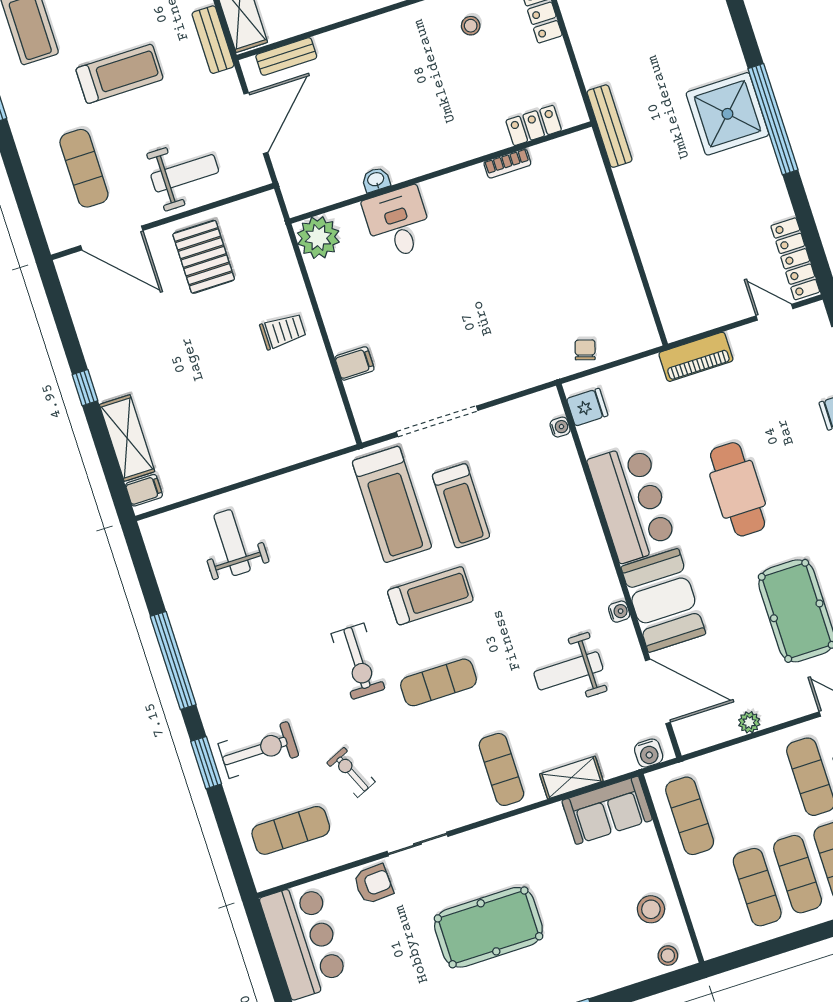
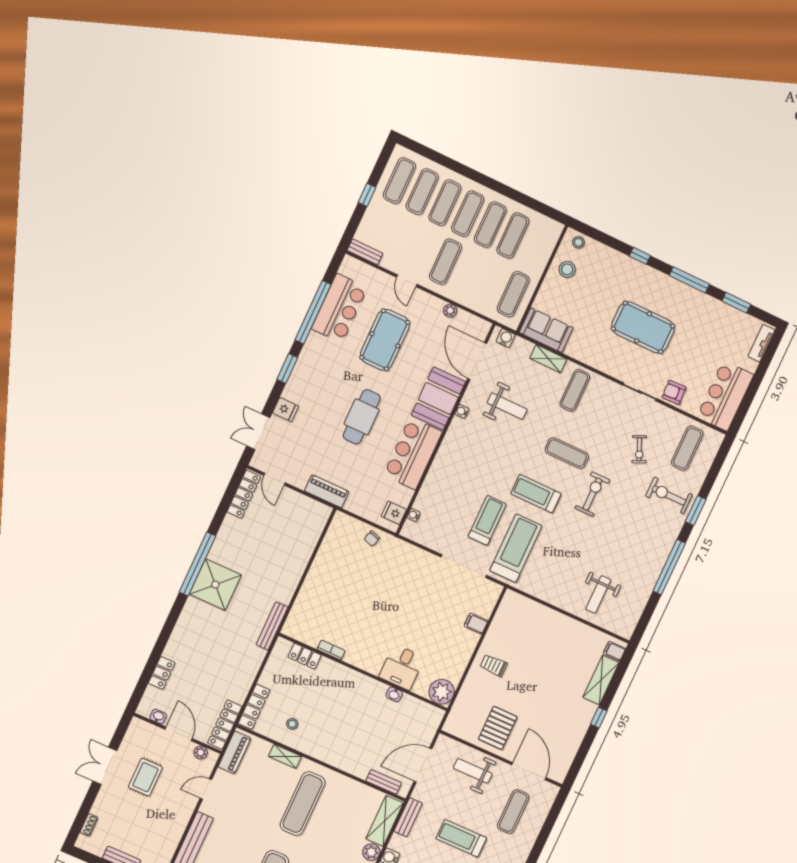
exercise mat: (291, 830) -> (687, 448), turned 90

